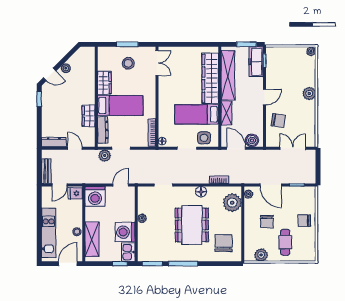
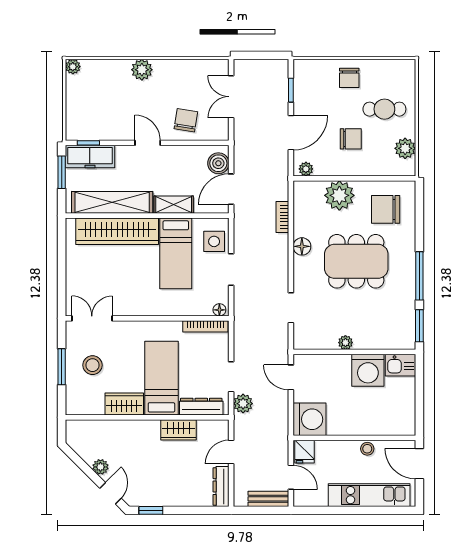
plant: (232, 203) -> (339, 195), moved
shelving: (92, 239) -> (380, 424), removed
window: (120, 264) -> (419, 379), removed

